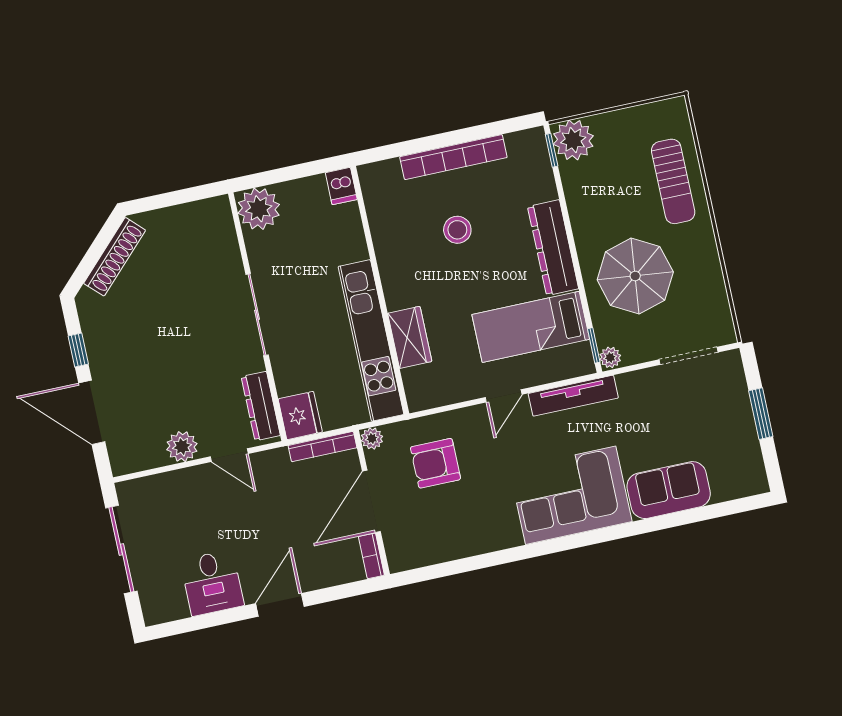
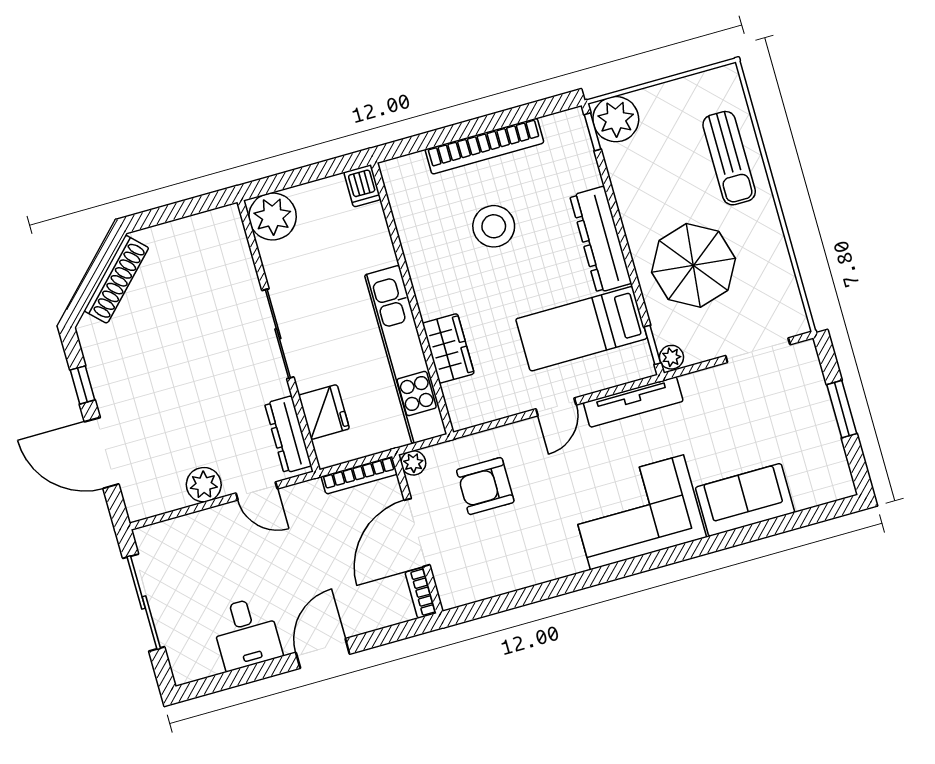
stool: (457, 230) -> (494, 226), width x1.38, depth x1.38
fridge: (300, 415) -> (324, 412), moved

